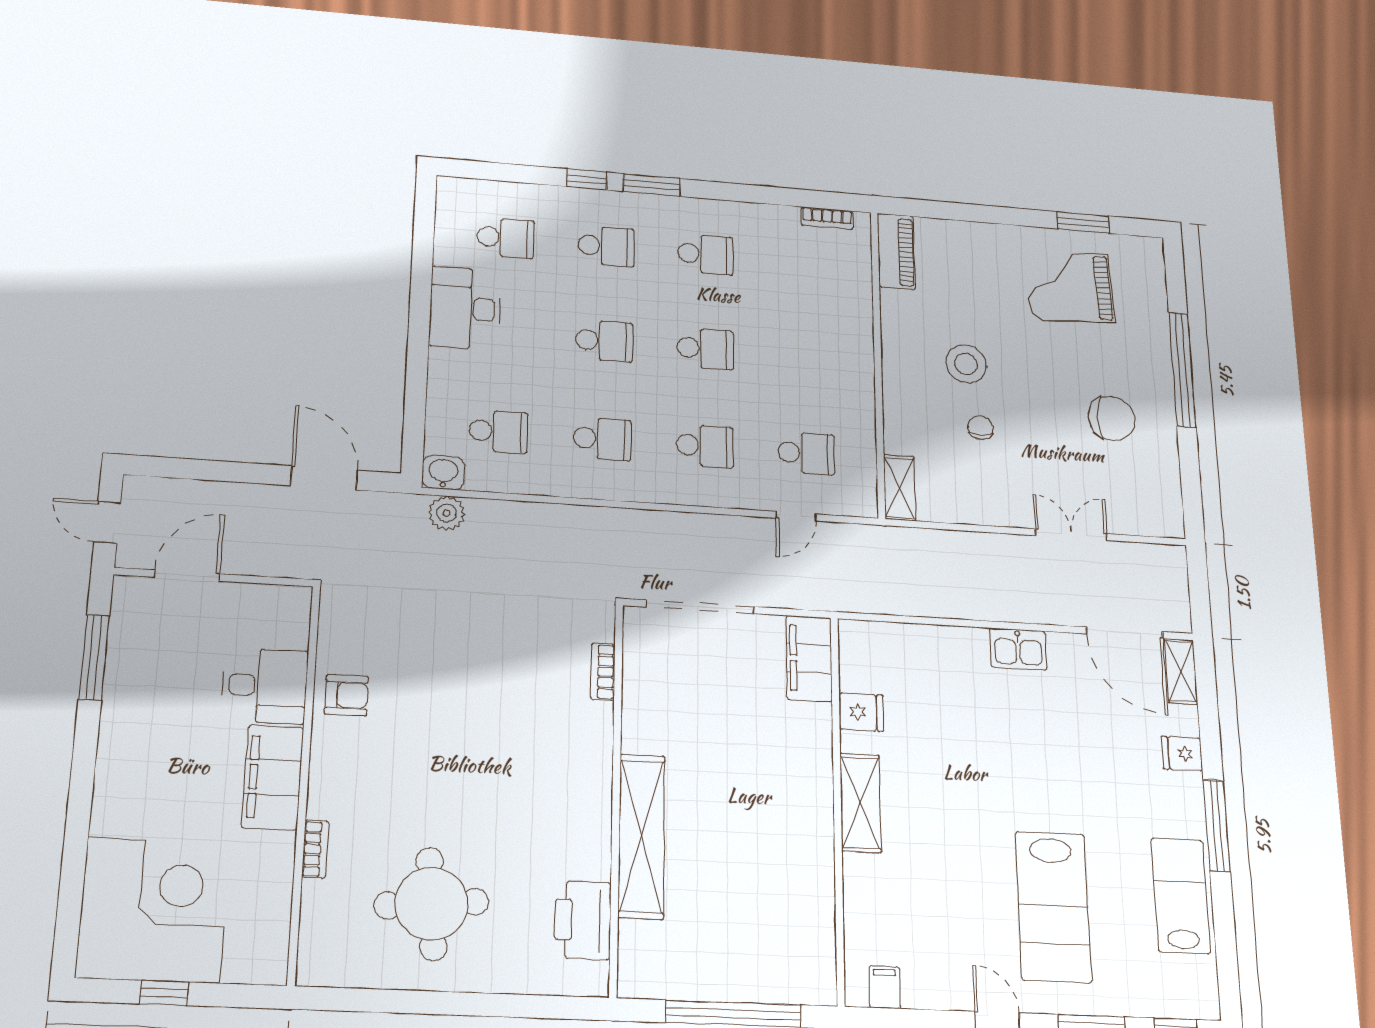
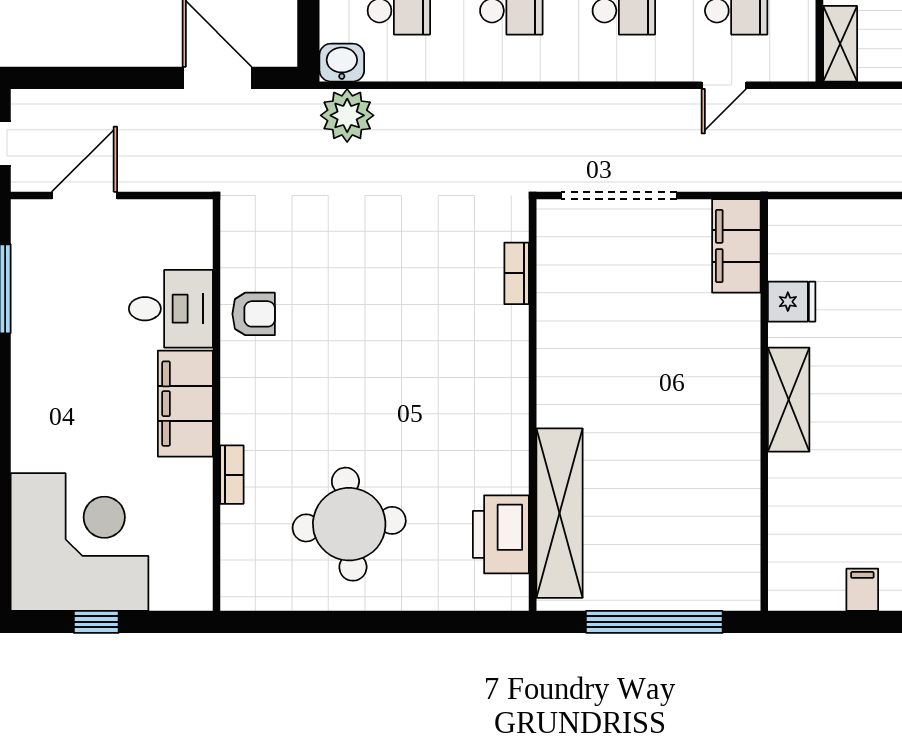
plant: (447, 513) -> (347, 115), width x1.36, depth x1.36
shelving: (642, 836) -> (559, 513), moved
filing cabinet: (885, 987) -> (862, 590), moved

